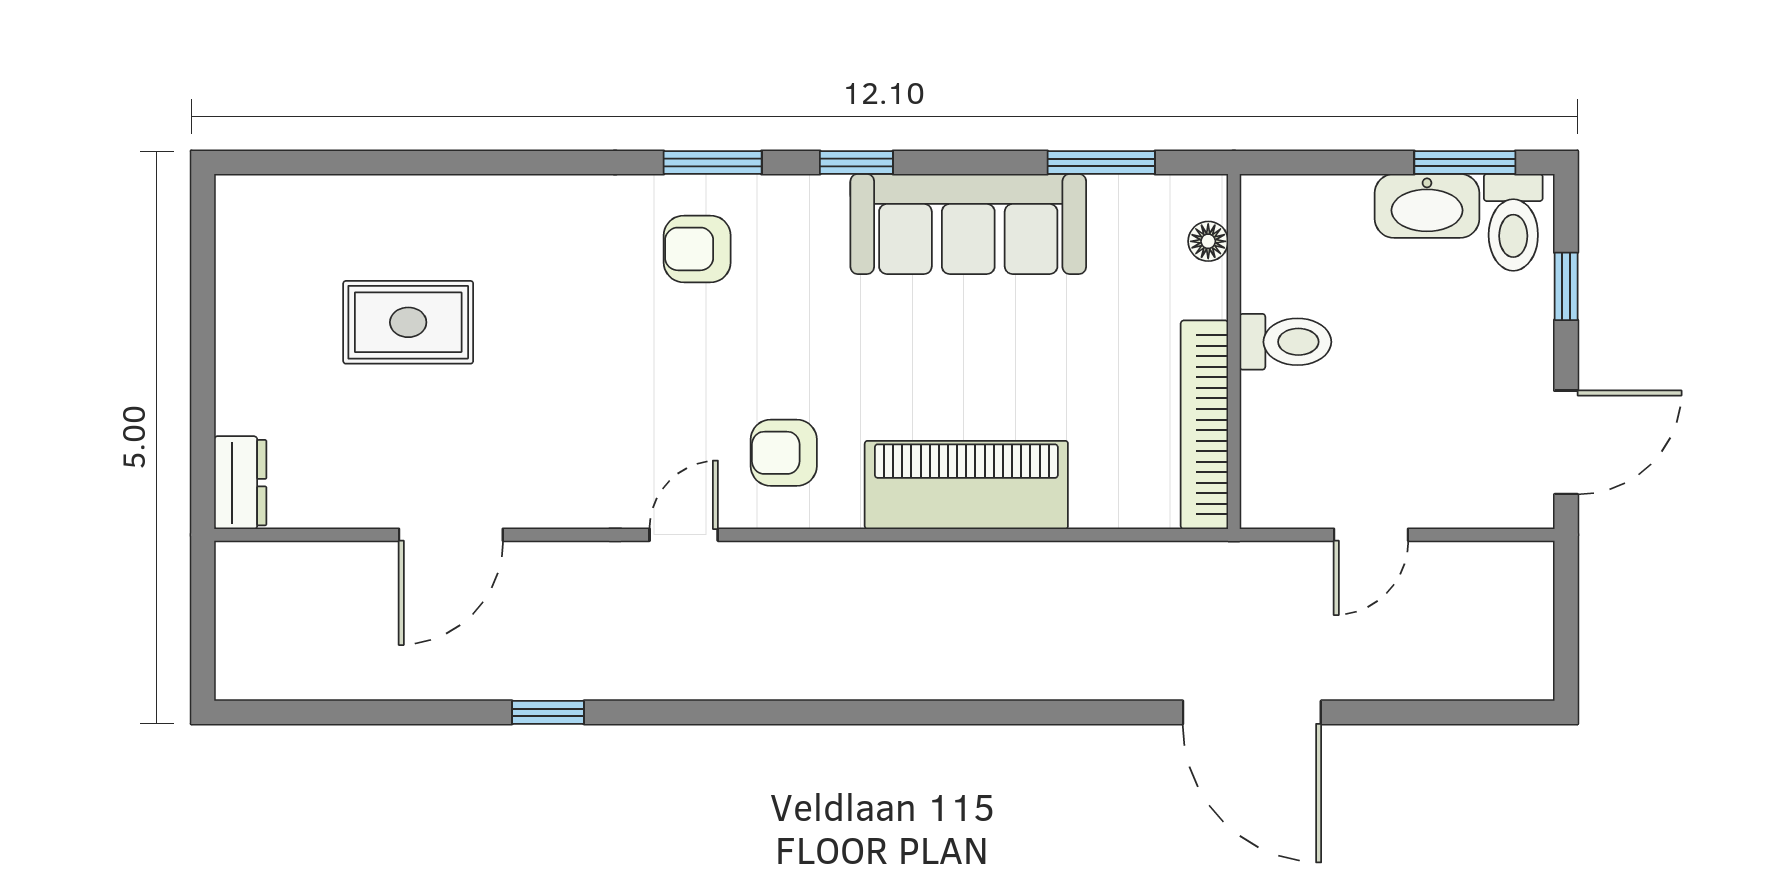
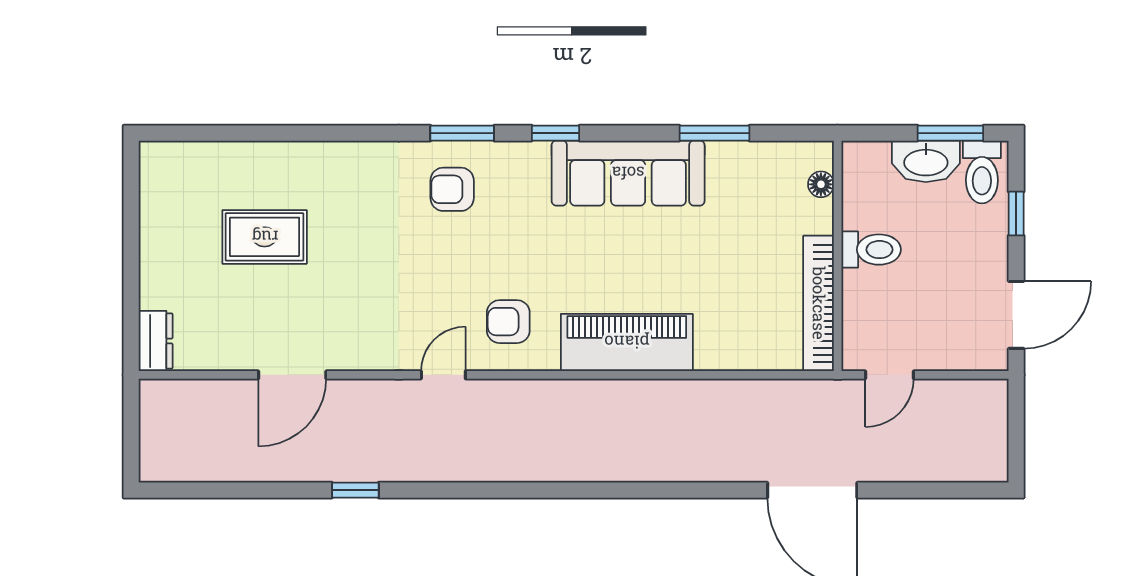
floor lamp: (1208, 241) -> (821, 184), moved
toilet: (1285, 342) -> (871, 250), moved
wall: (1234, 352) -> (838, 256), moved
bookcase: (1204, 425) -> (819, 303), moved

